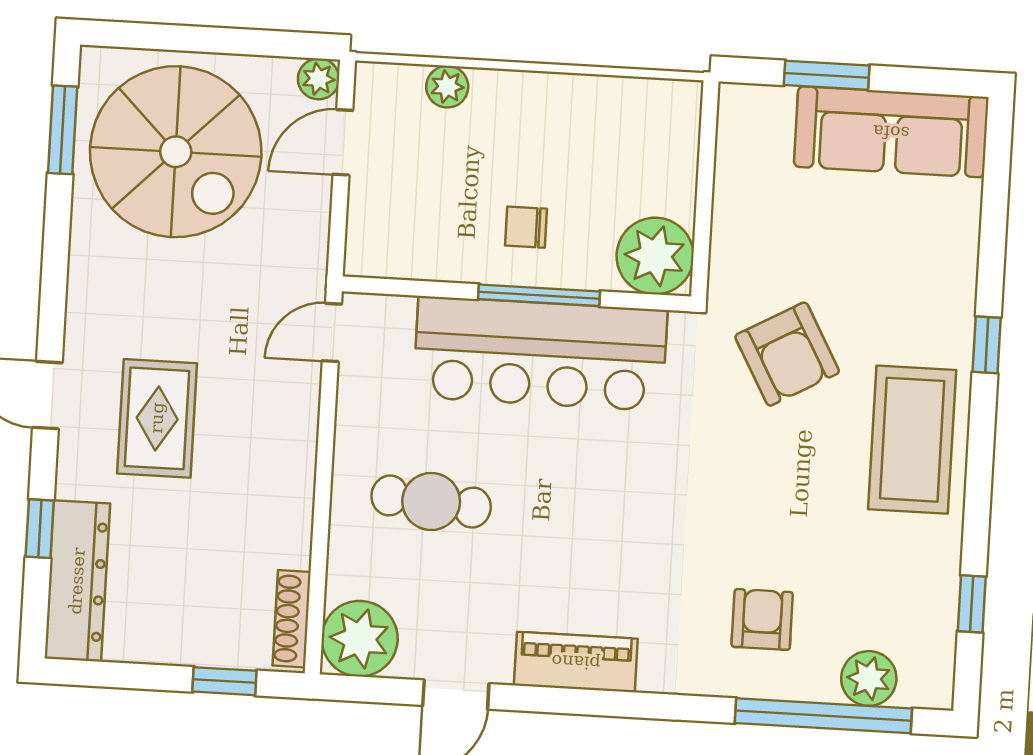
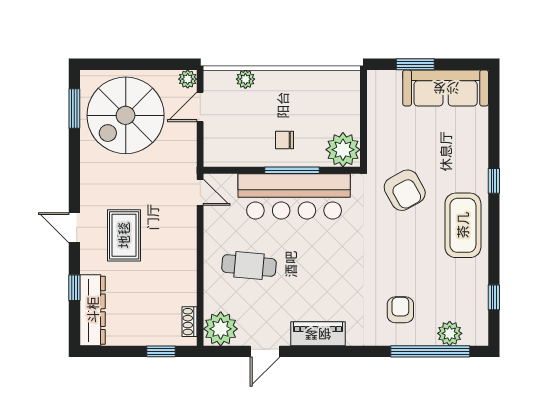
spiral stairs: (176, 152) -> (126, 115), turned 90
door: (332, 332) -> (200, 192), swing flipped
shoe rack: (292, 619) -> (190, 322), width x0.70

